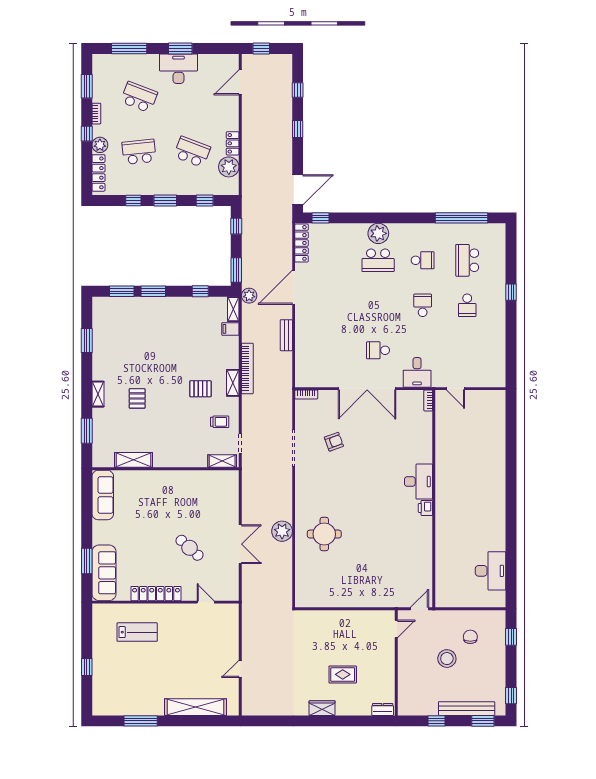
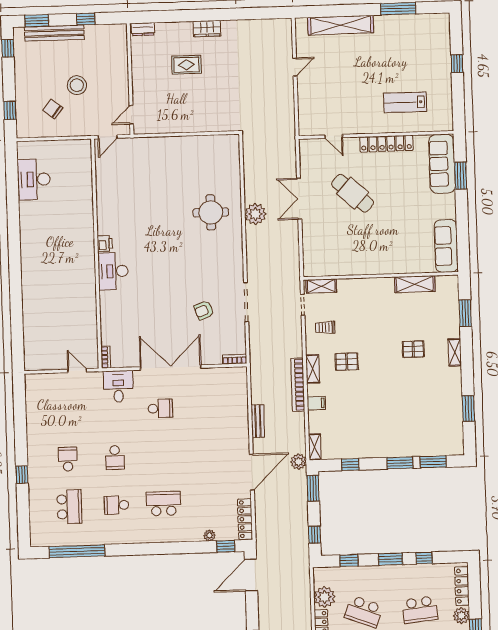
plant: (378, 233) -> (209, 535), moved, width x0.53, depth x0.53
filing cabinet: (230, 329) -> (316, 403), moved
pallet: (137, 398) -> (413, 349), turned 90
cafe table: (190, 548) -> (353, 193), width x1.37, depth x1.35
chair: (470, 637) -> (53, 109), turned 128

